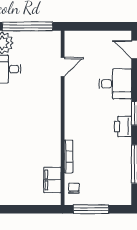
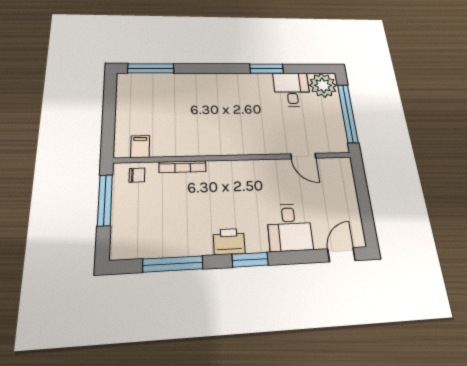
filing cabinet: (52, 180) -> (140, 147), width x0.50

